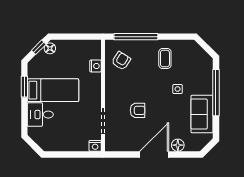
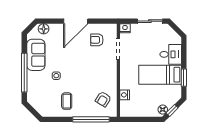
armchair: (138, 110) -> (97, 40), moved
floor lamp: (178, 145) -> (44, 29), moved
sliding door: (65, 154) -> (150, 21), added

